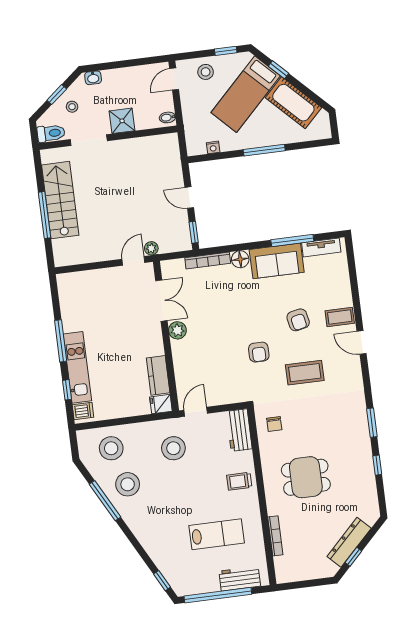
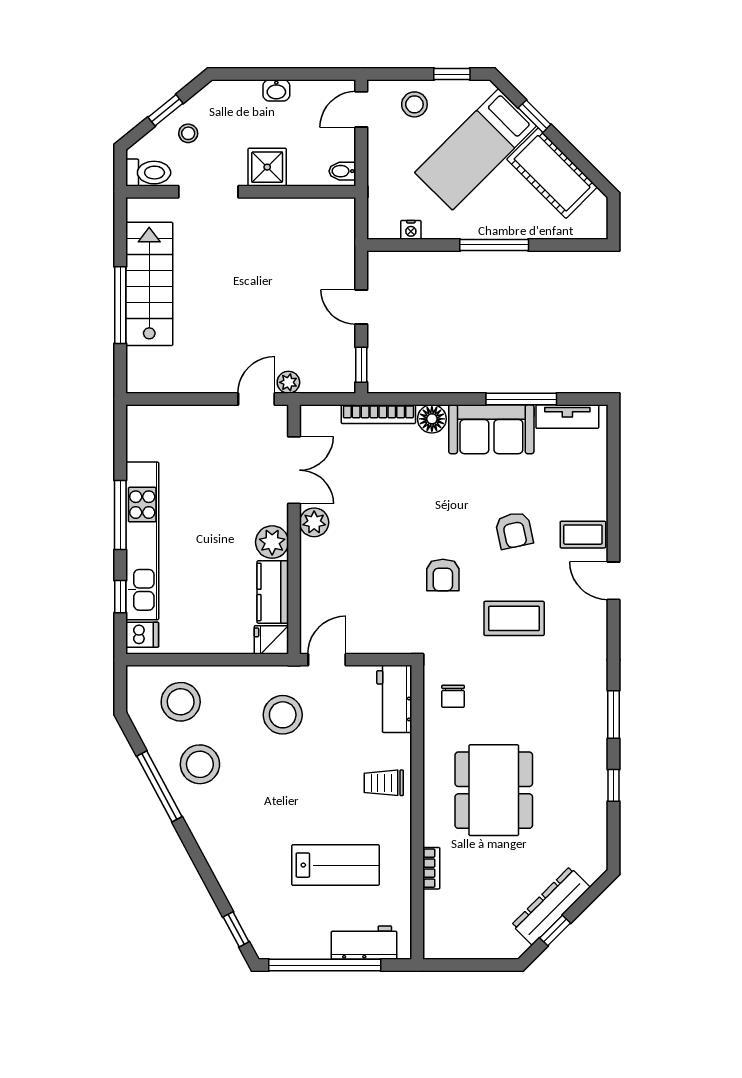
washbasin: (93, 78) -> (276, 90), moved
plant: (154, 345) -> (272, 542), added
kitchen unit: (77, 367) -> (142, 541), width x1.36
dining table: (306, 477) -> (494, 790), width x1.37
bookcase: (275, 536) -> (431, 868), width x0.64

